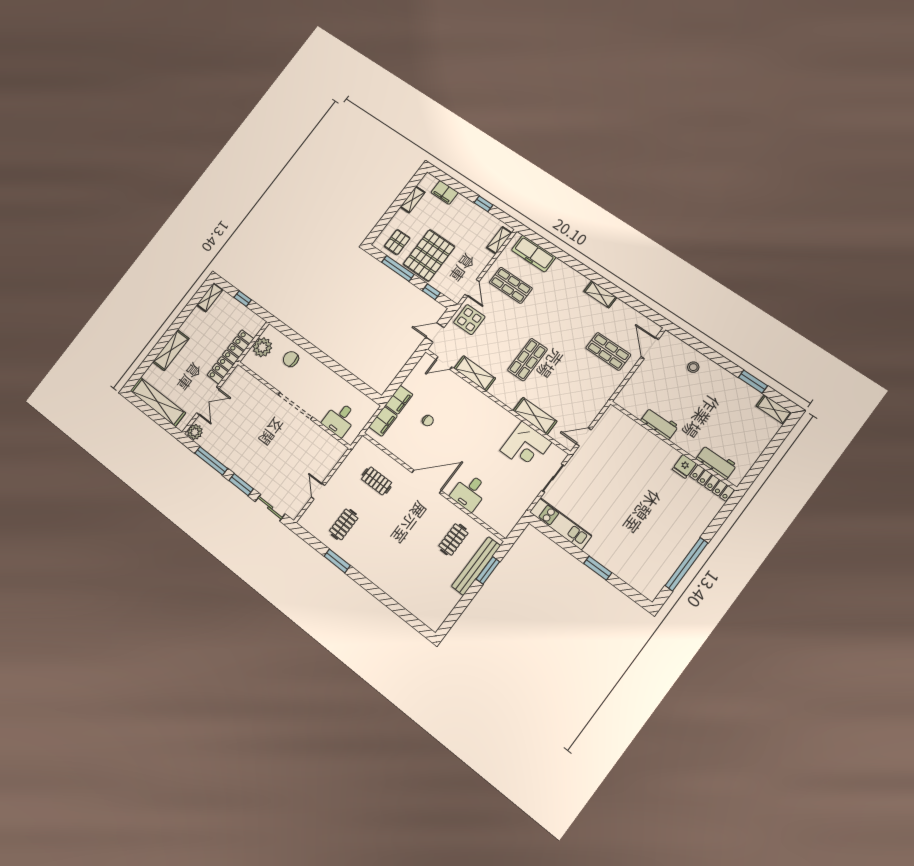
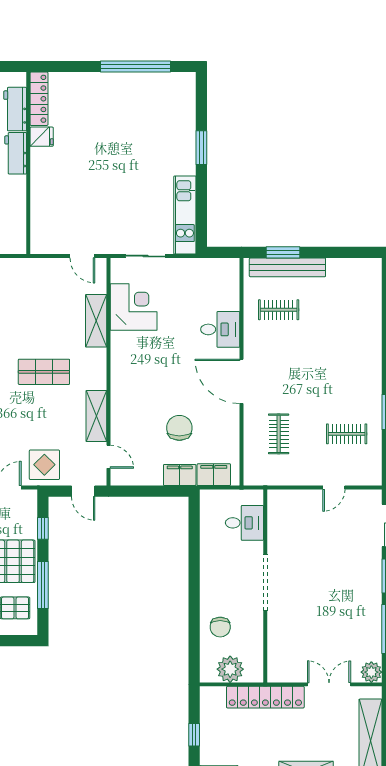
chair: (428, 421) -> (179, 428), width x1.87, depth x1.87
workbench: (660, 423) -> (16, 153), moved

